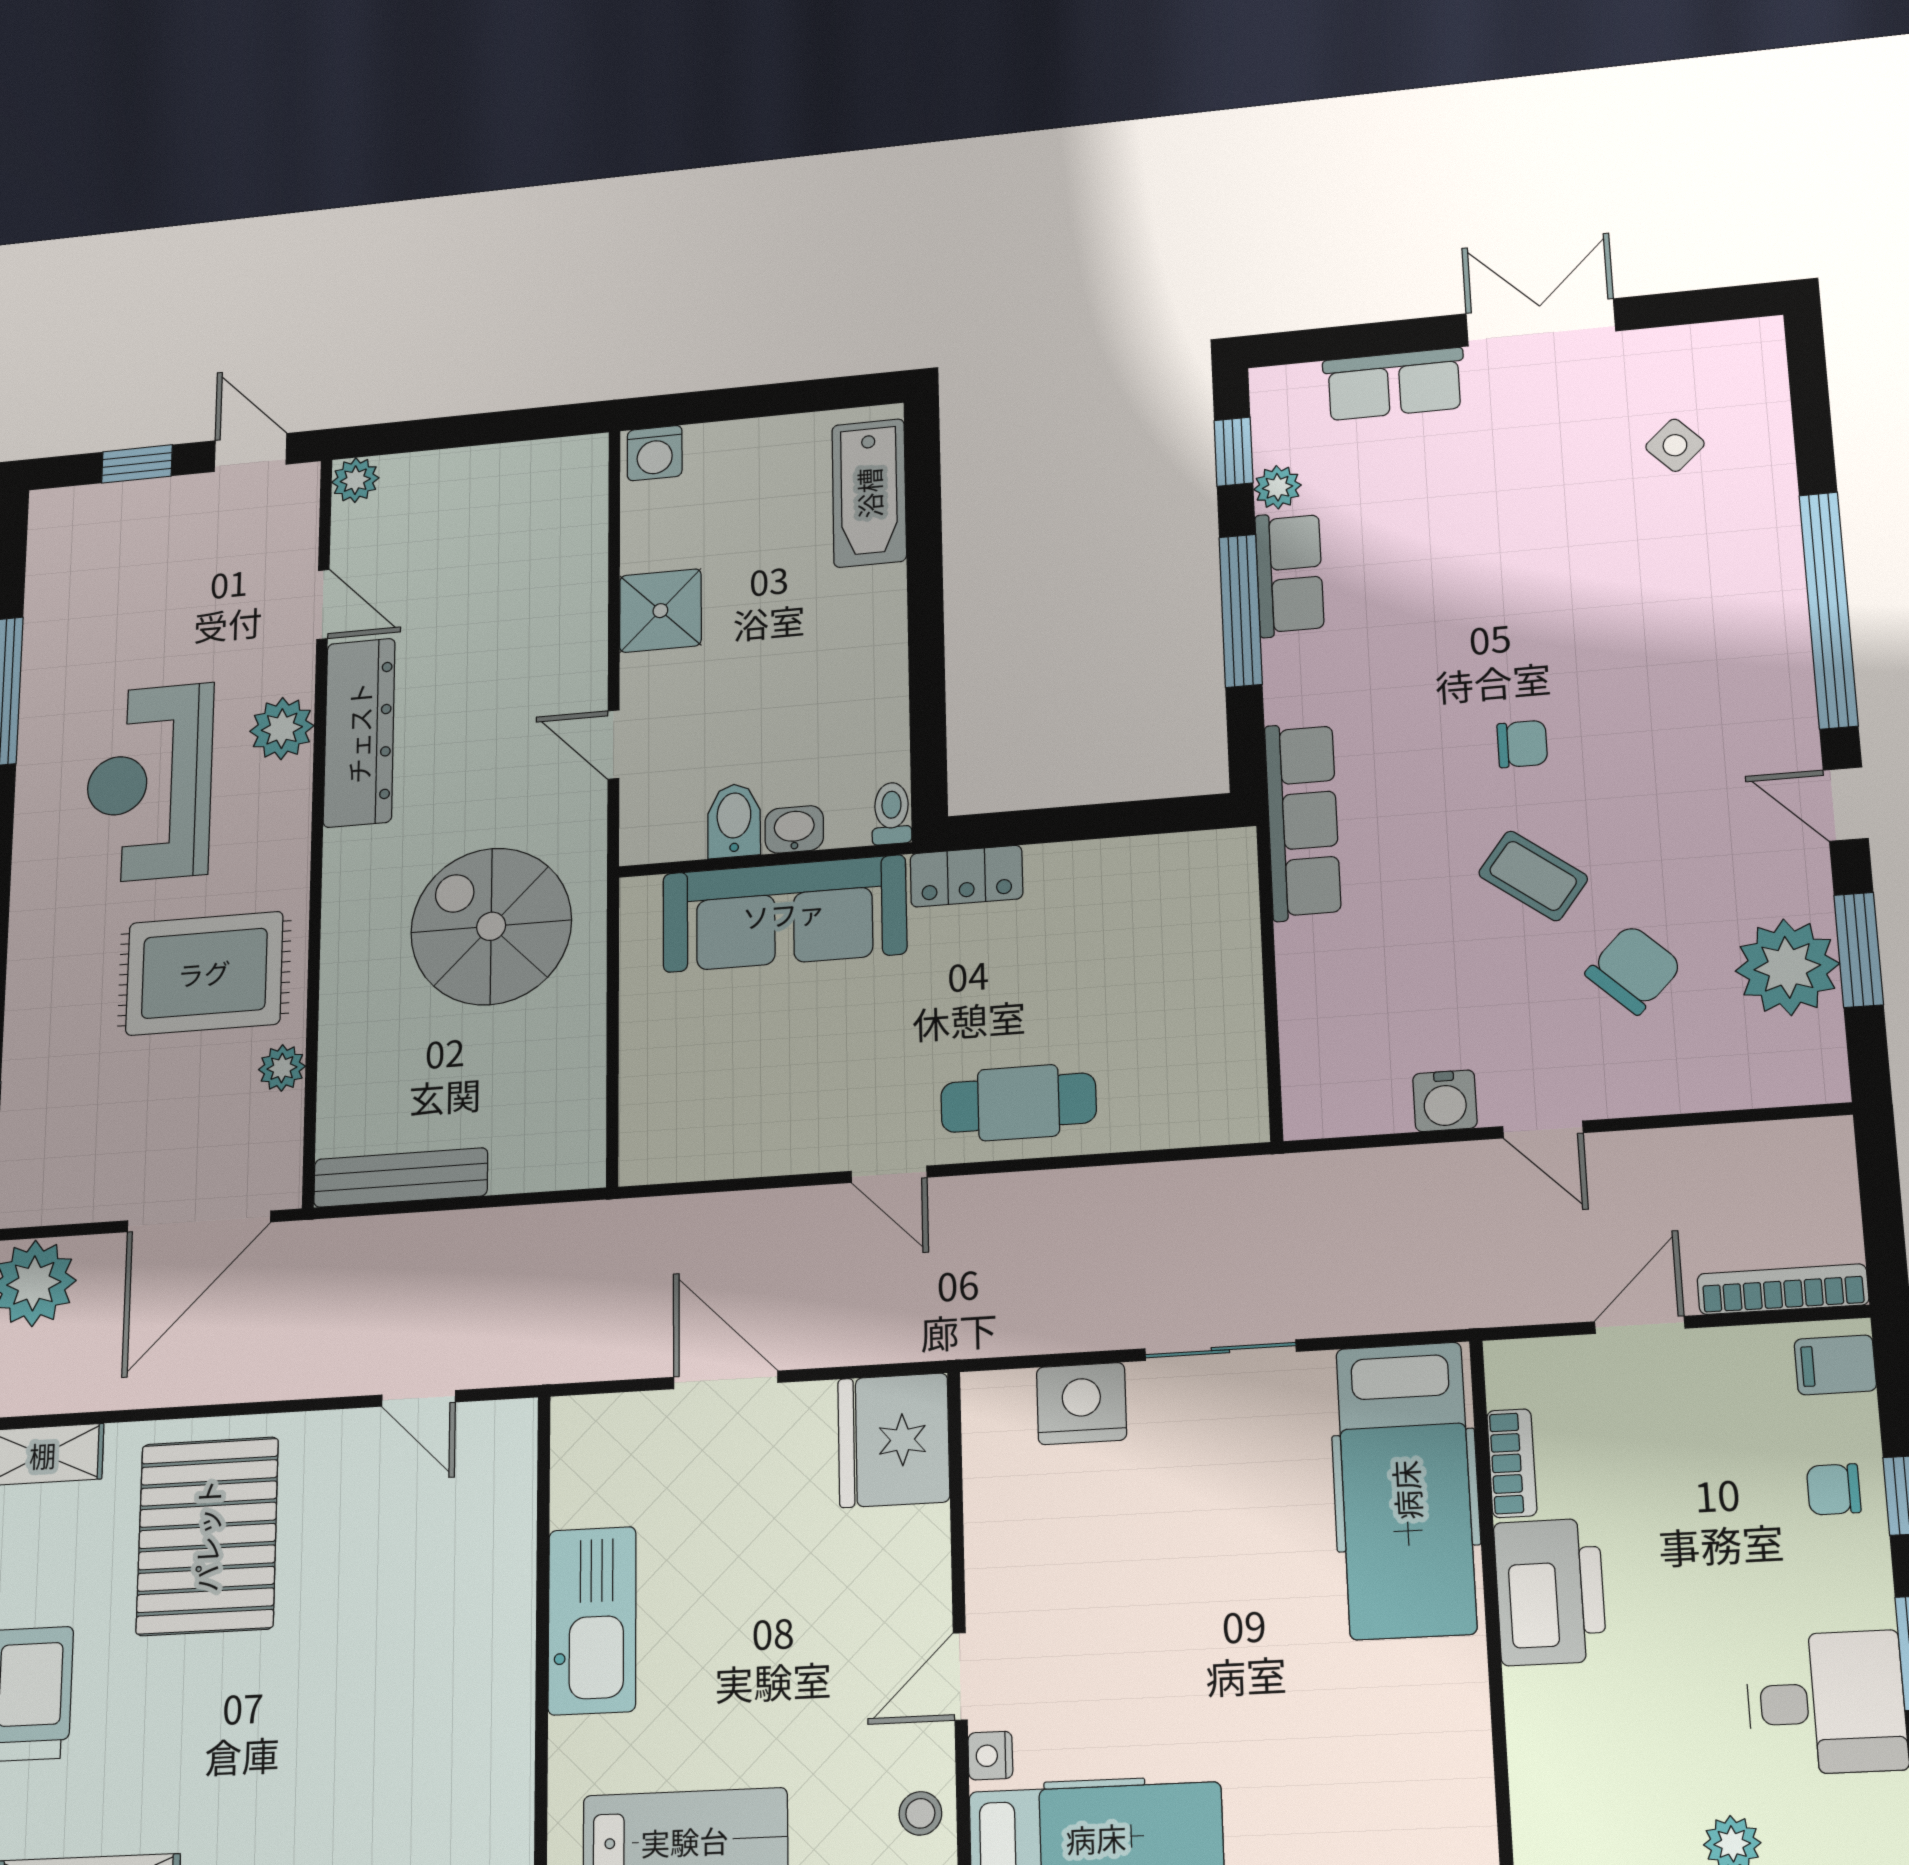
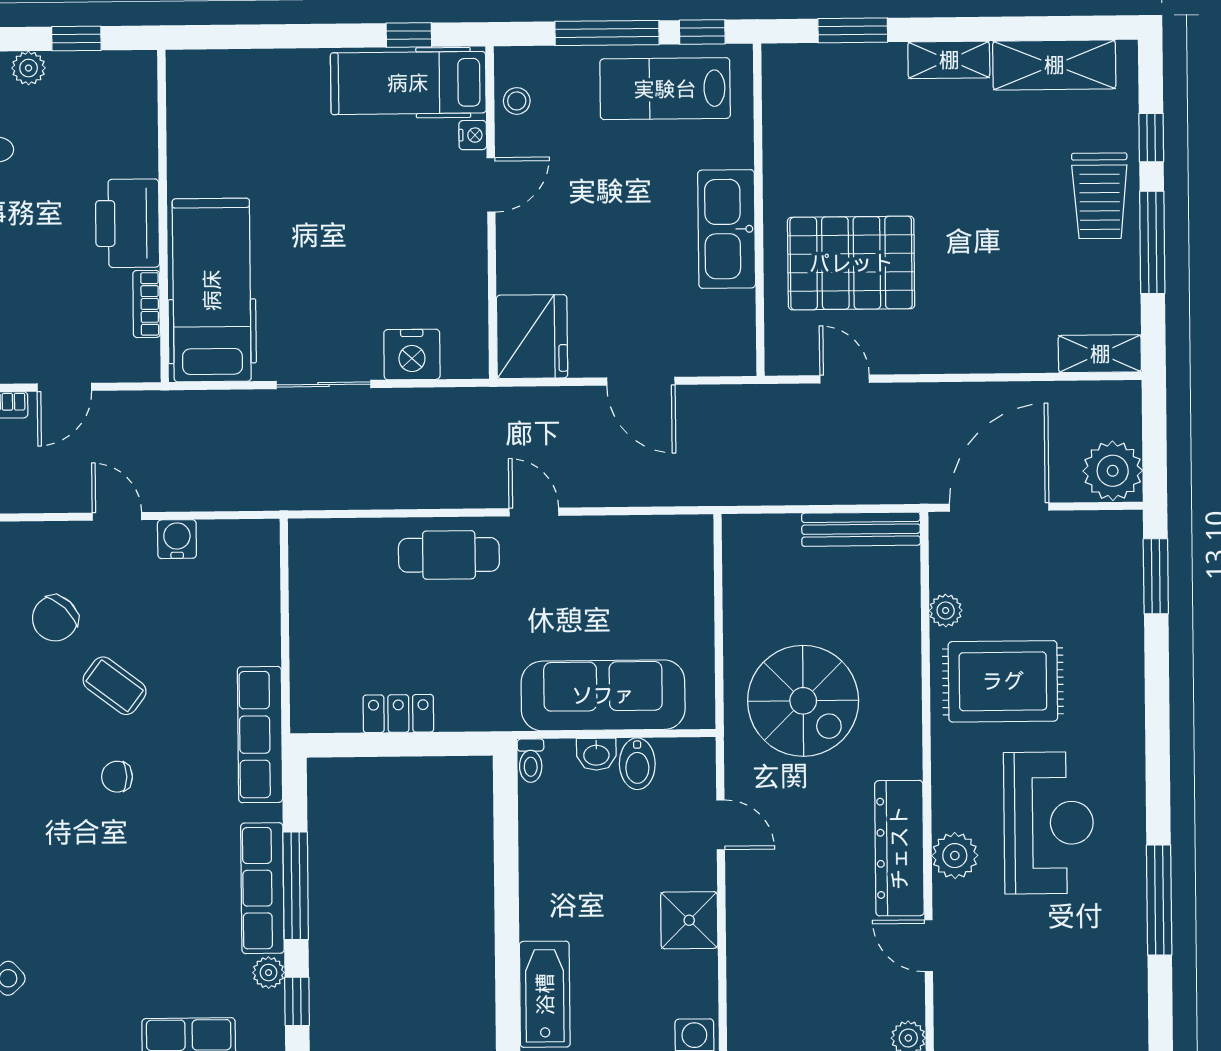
row of seats: (1289, 574) -> (262, 888), width x1.48
locker: (966, 876) -> (398, 714), moved
pallet: (207, 1536) -> (851, 263), moved, turned 90

